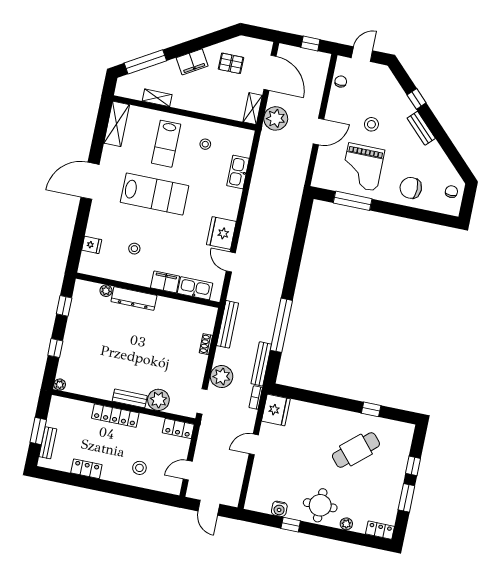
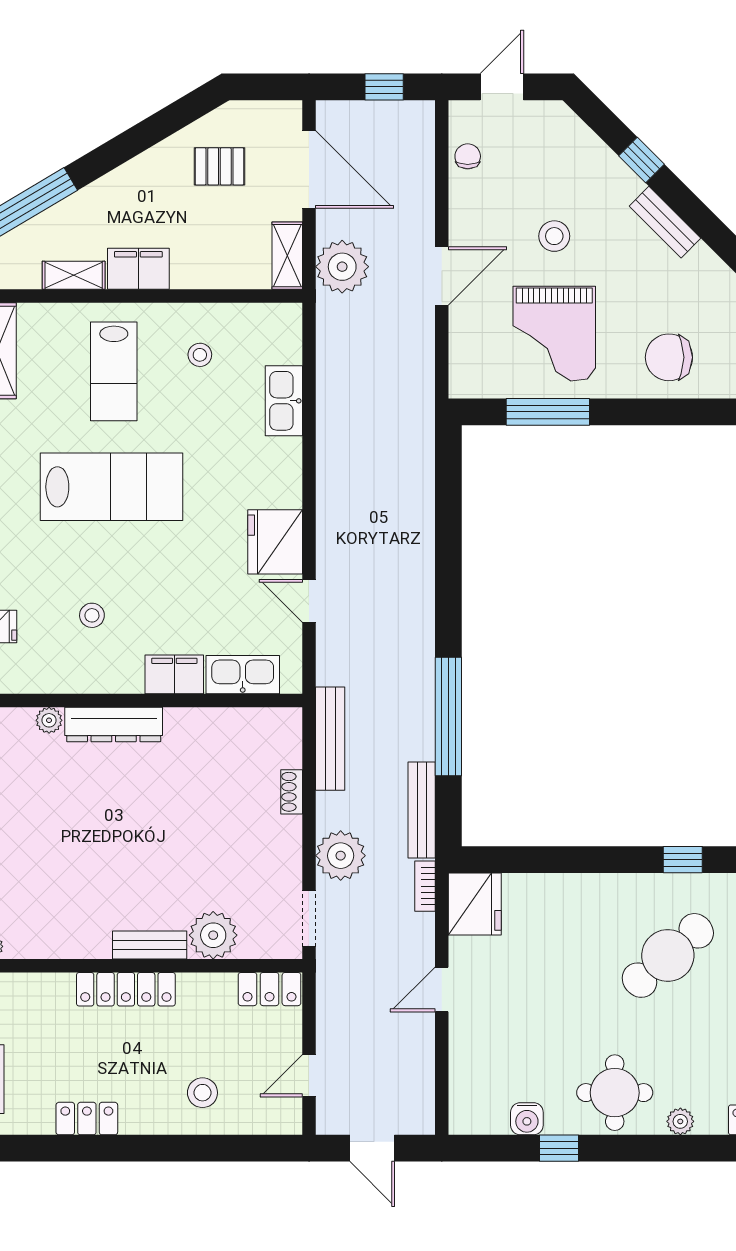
filing cabinet: (192, 62) -> (138, 269), moved, turned -149

